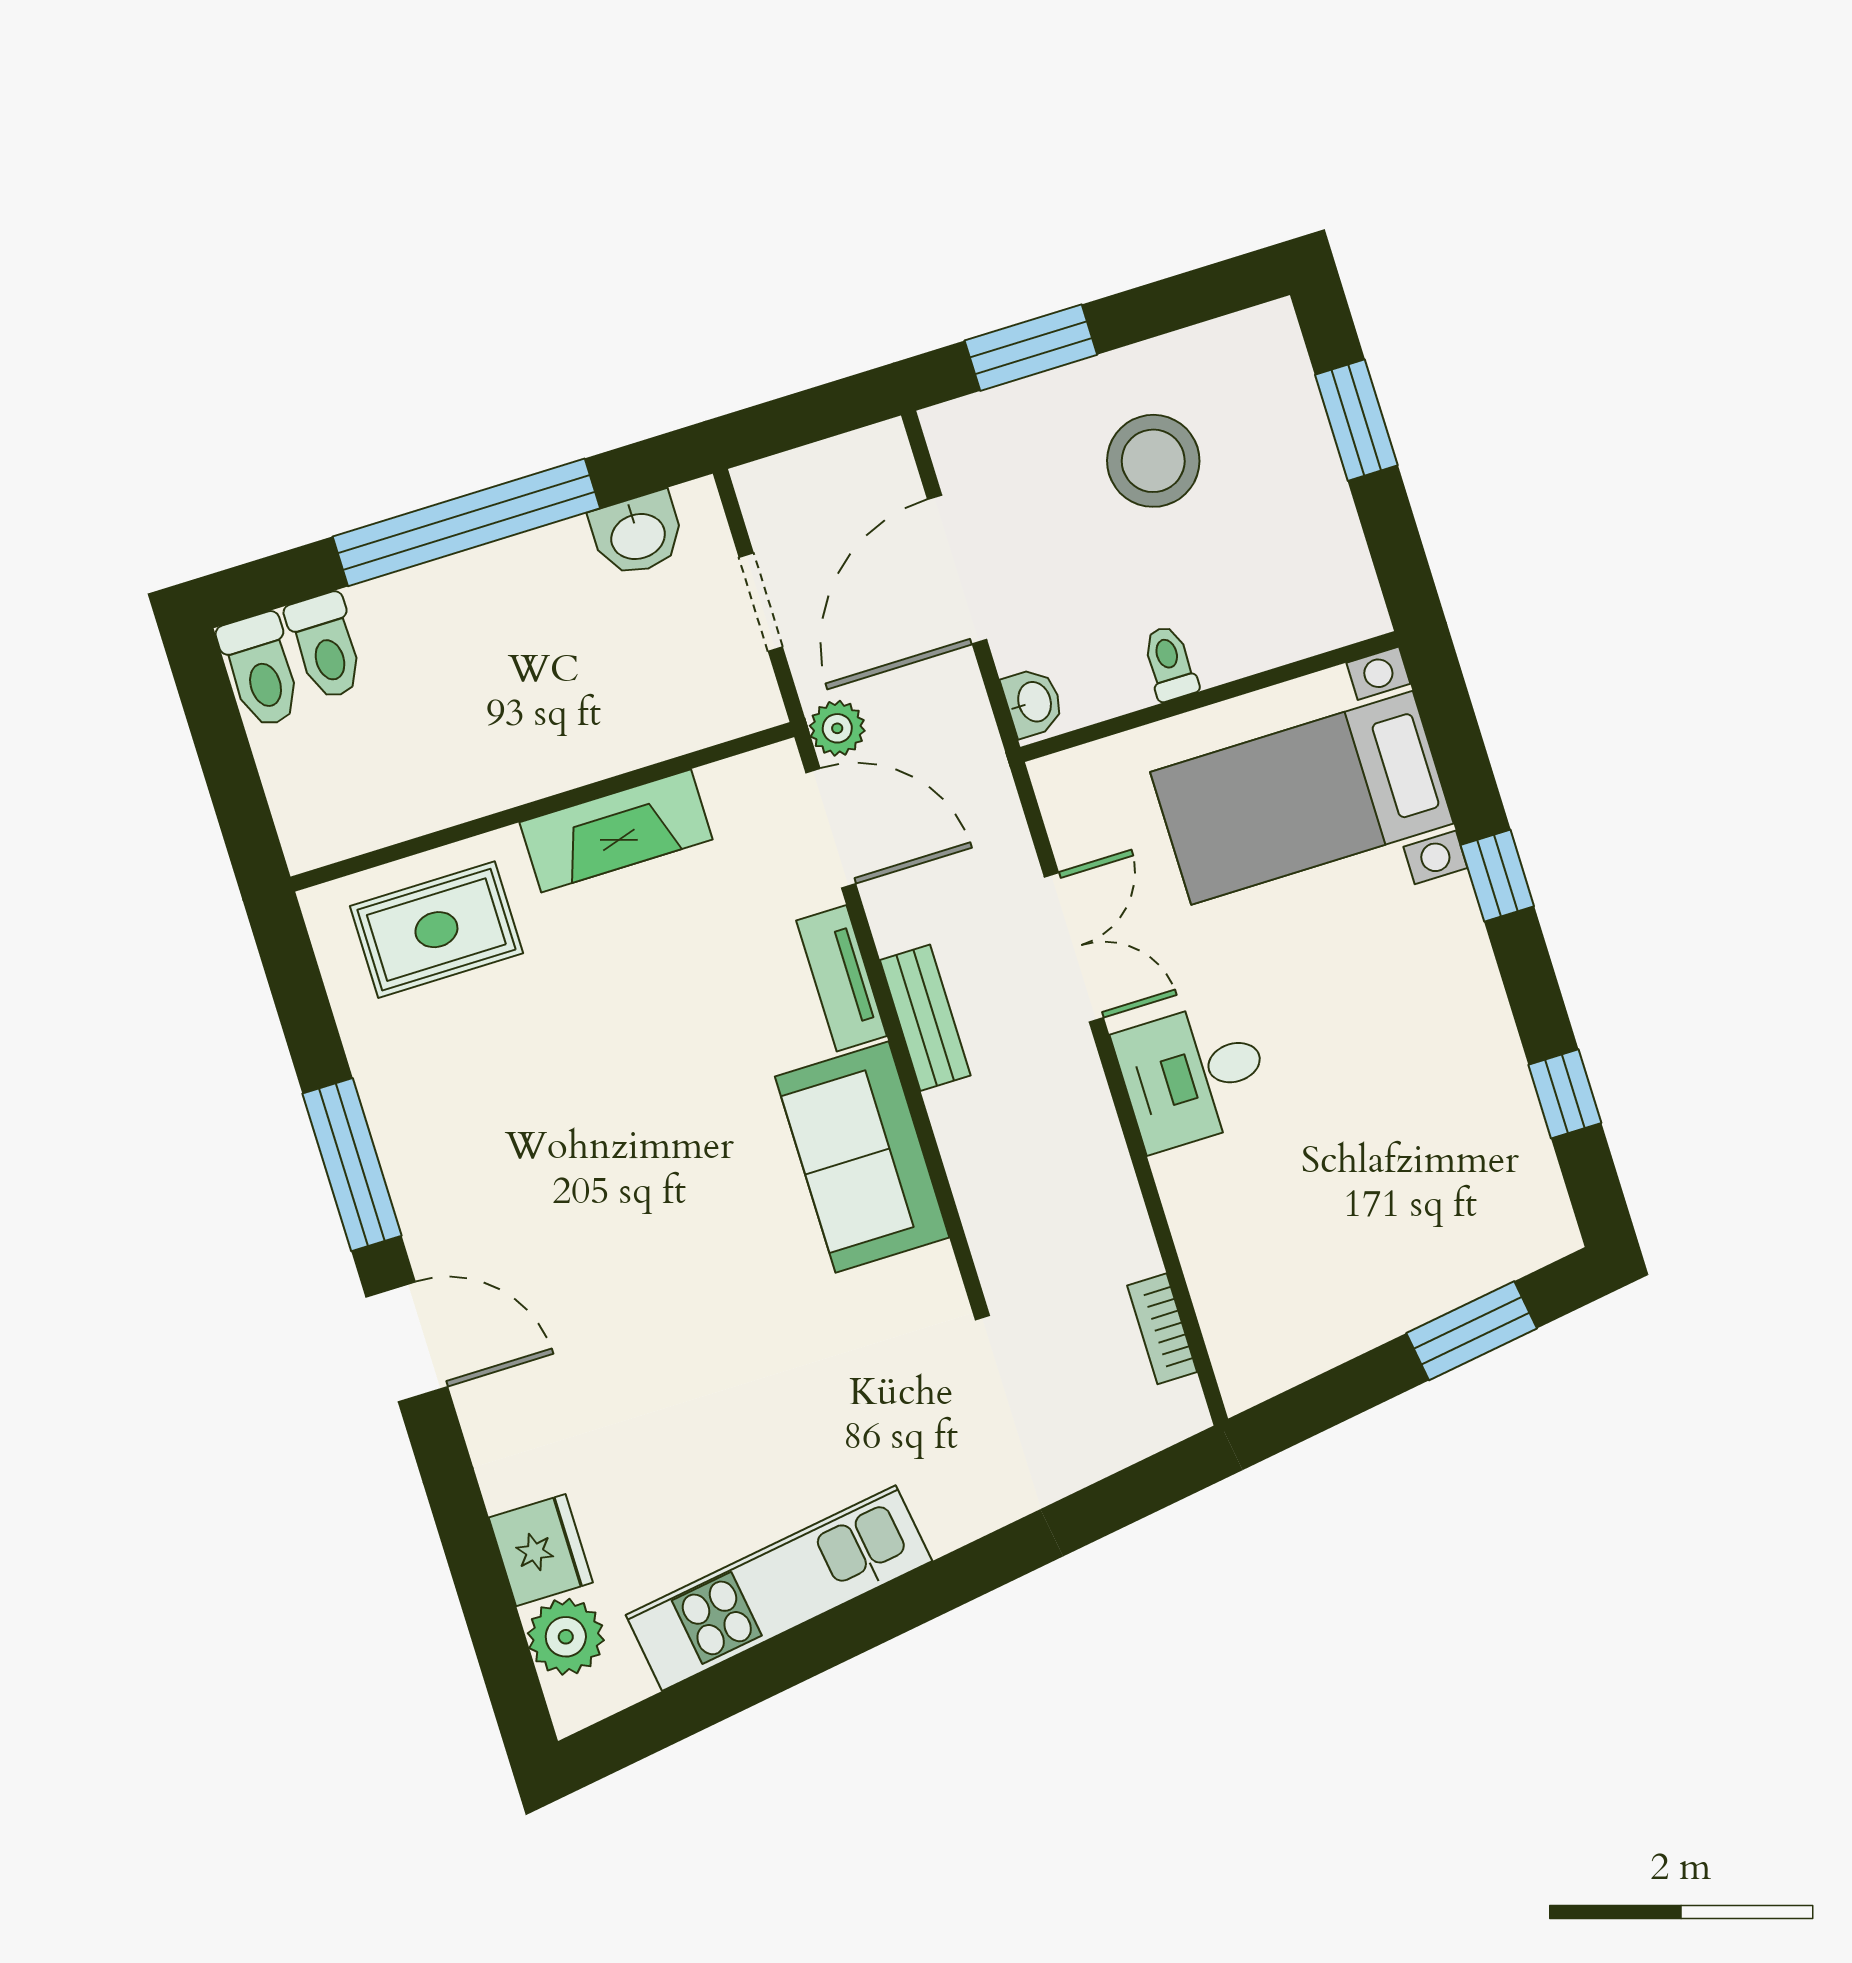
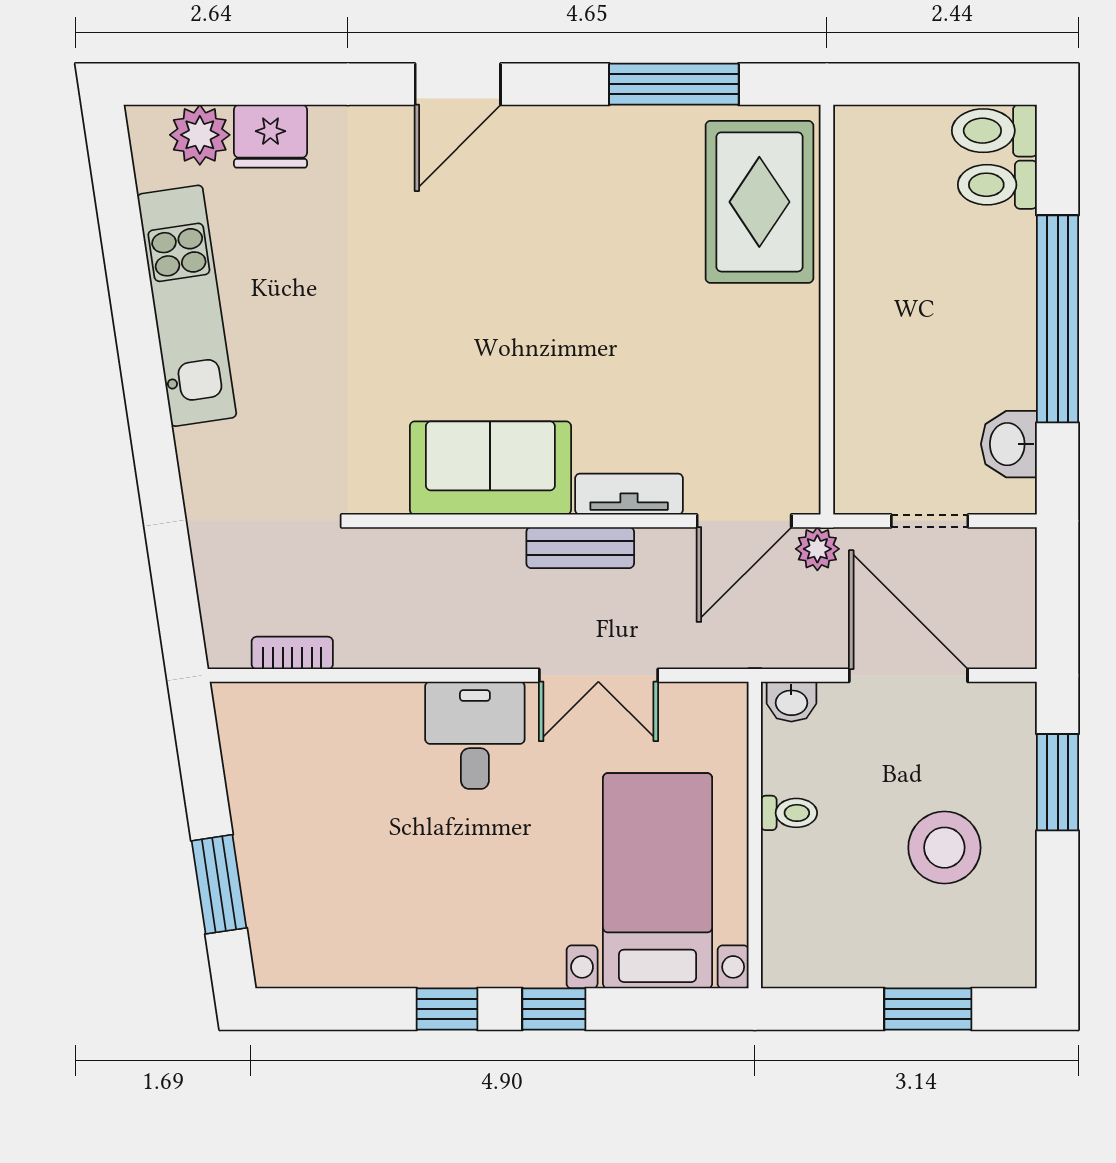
fireplace: (616, 831) -> (792, 359), removed
rug: (436, 930) -> (759, 202), width x1.36, depth x1.43
window: (1565, 1094) -> (447, 1009), moved
window: (352, 1165) -> (674, 84), moved

